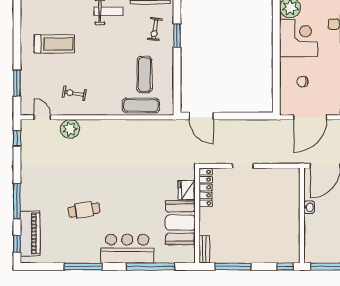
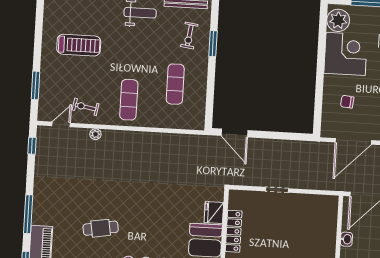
exercise bike: (74, 93) -> (86, 107), moved
exercise mat: (141, 106) -> (129, 100), moved, turned 90
door: (42, 117) -> (61, 124), hinge flipped
plant: (70, 129) -> (95, 134), width x0.53, depth x0.53
locker: (206, 187) -> (234, 231), moved

